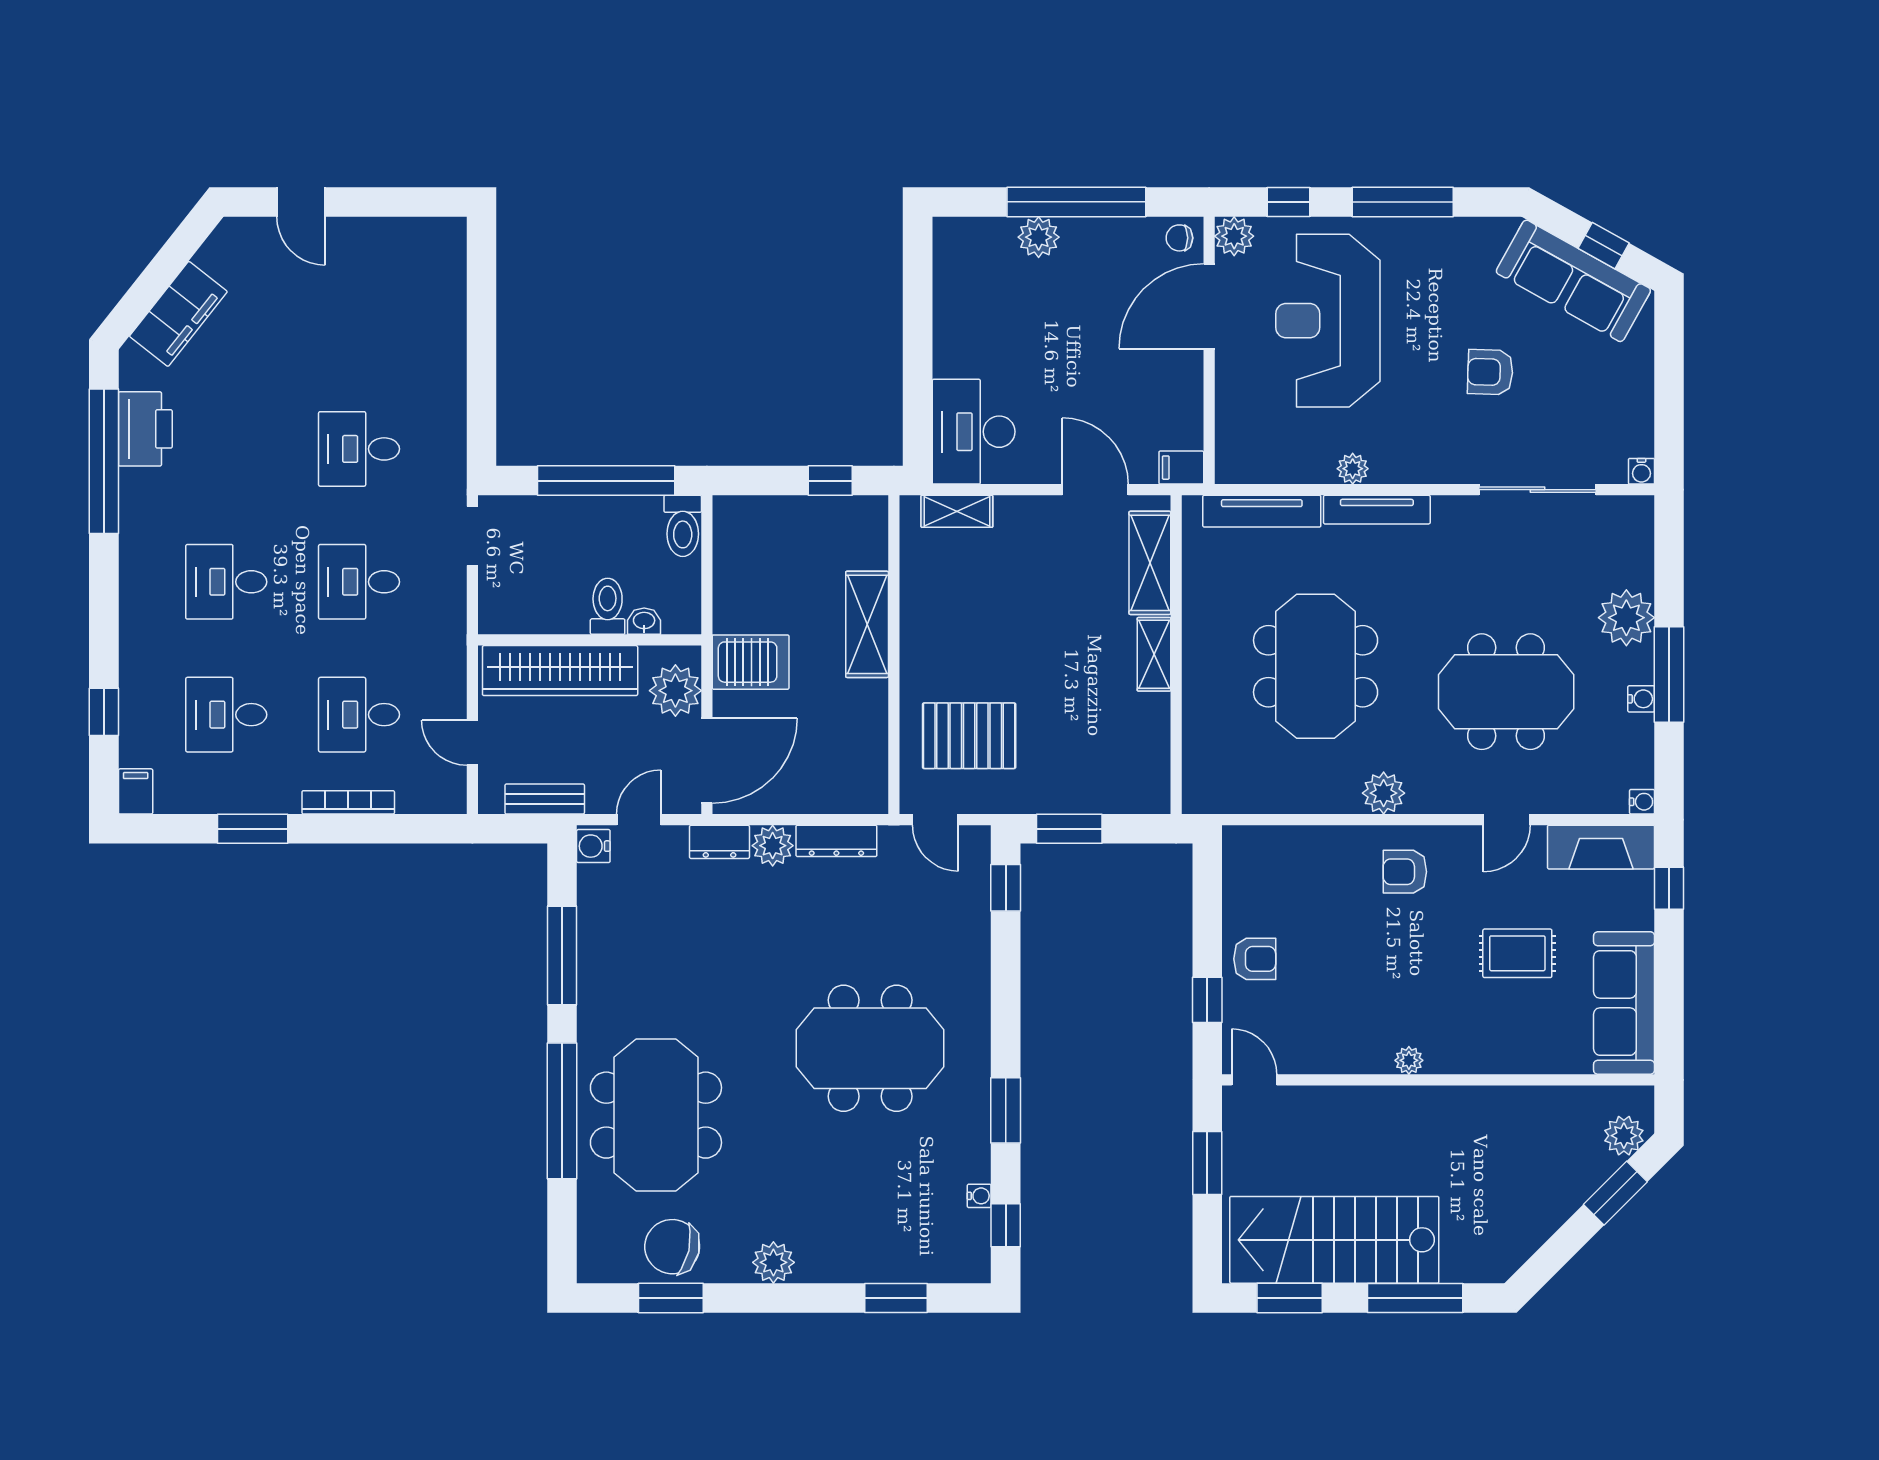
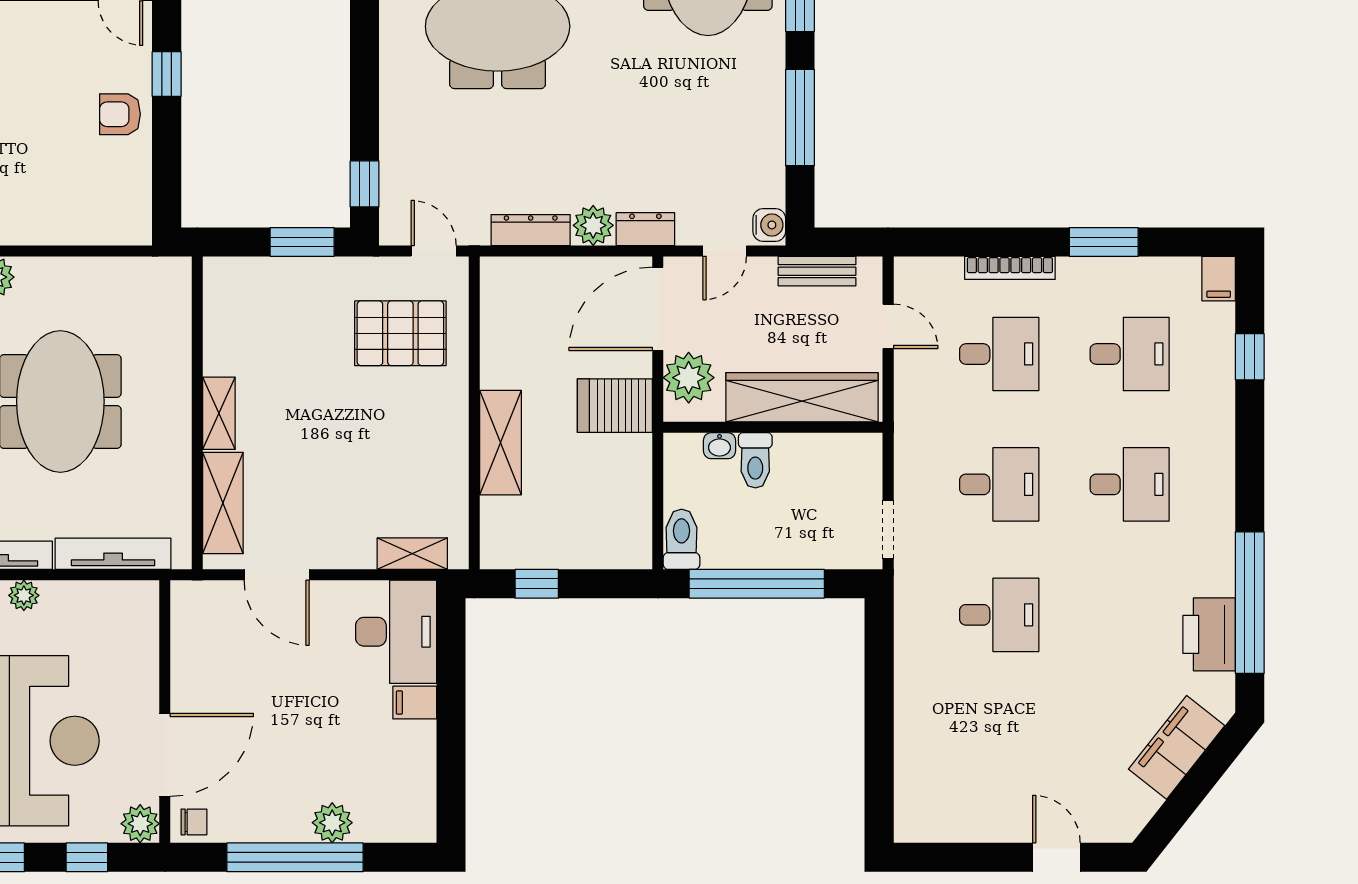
filing cabinet: (1181, 468) -> (415, 703), moved, turned 180

